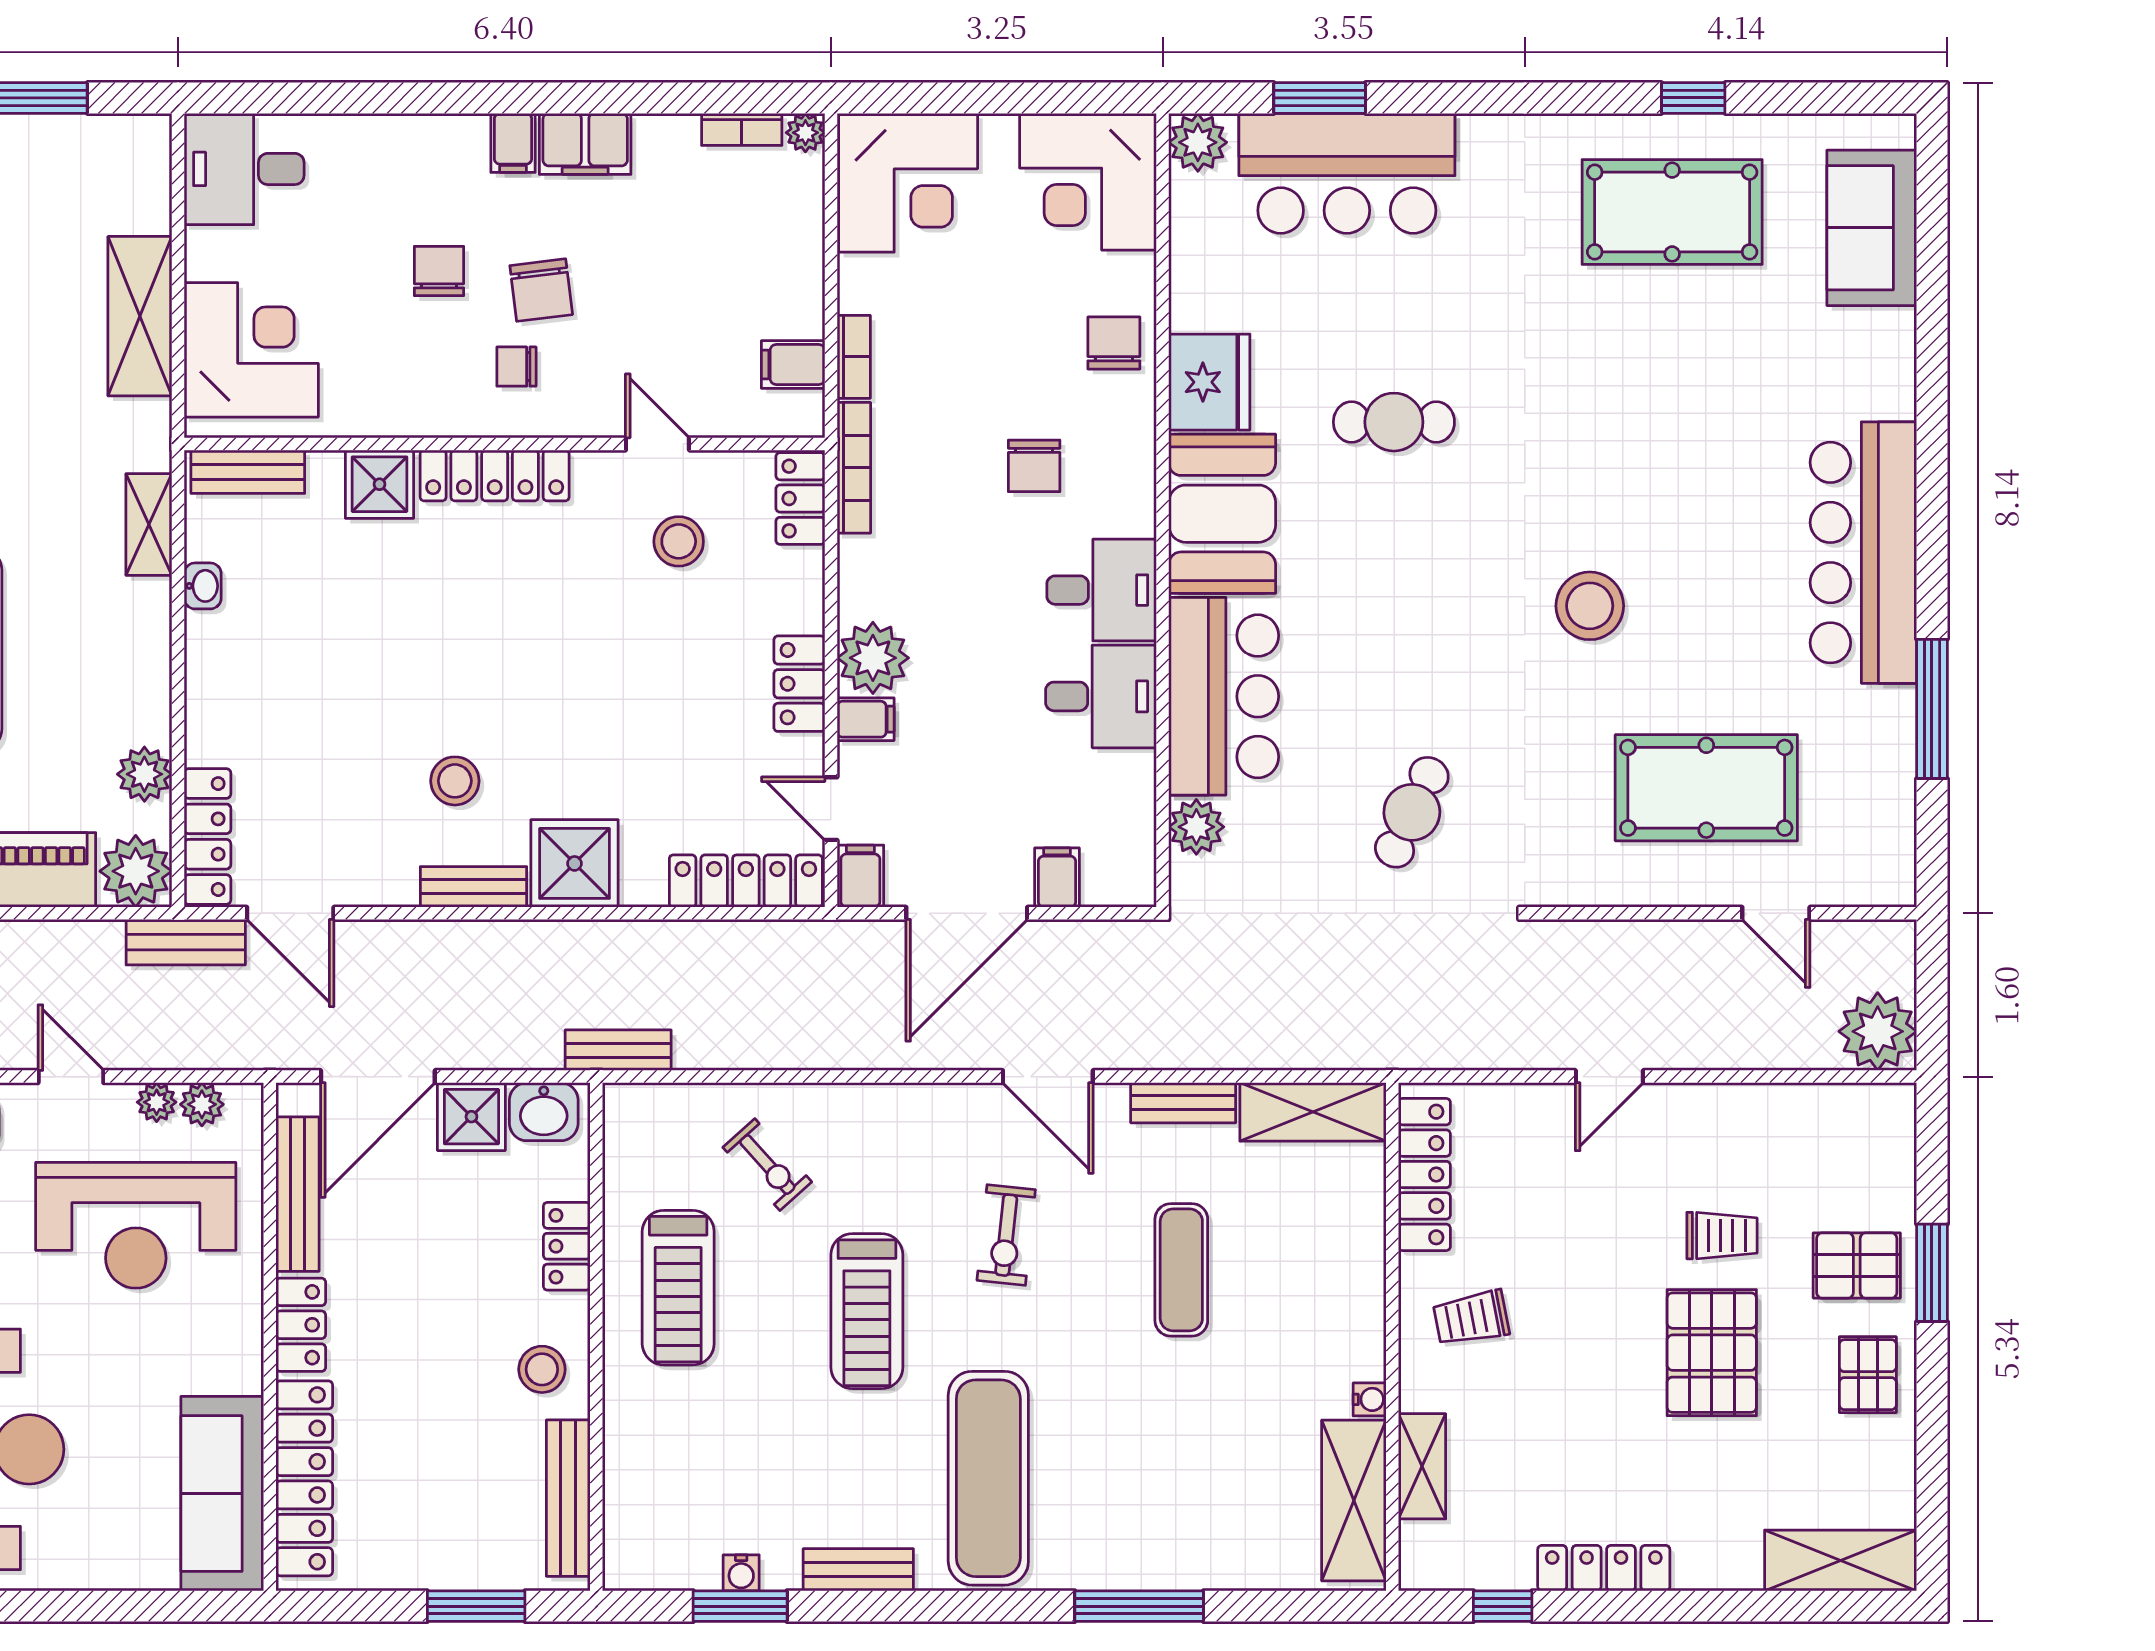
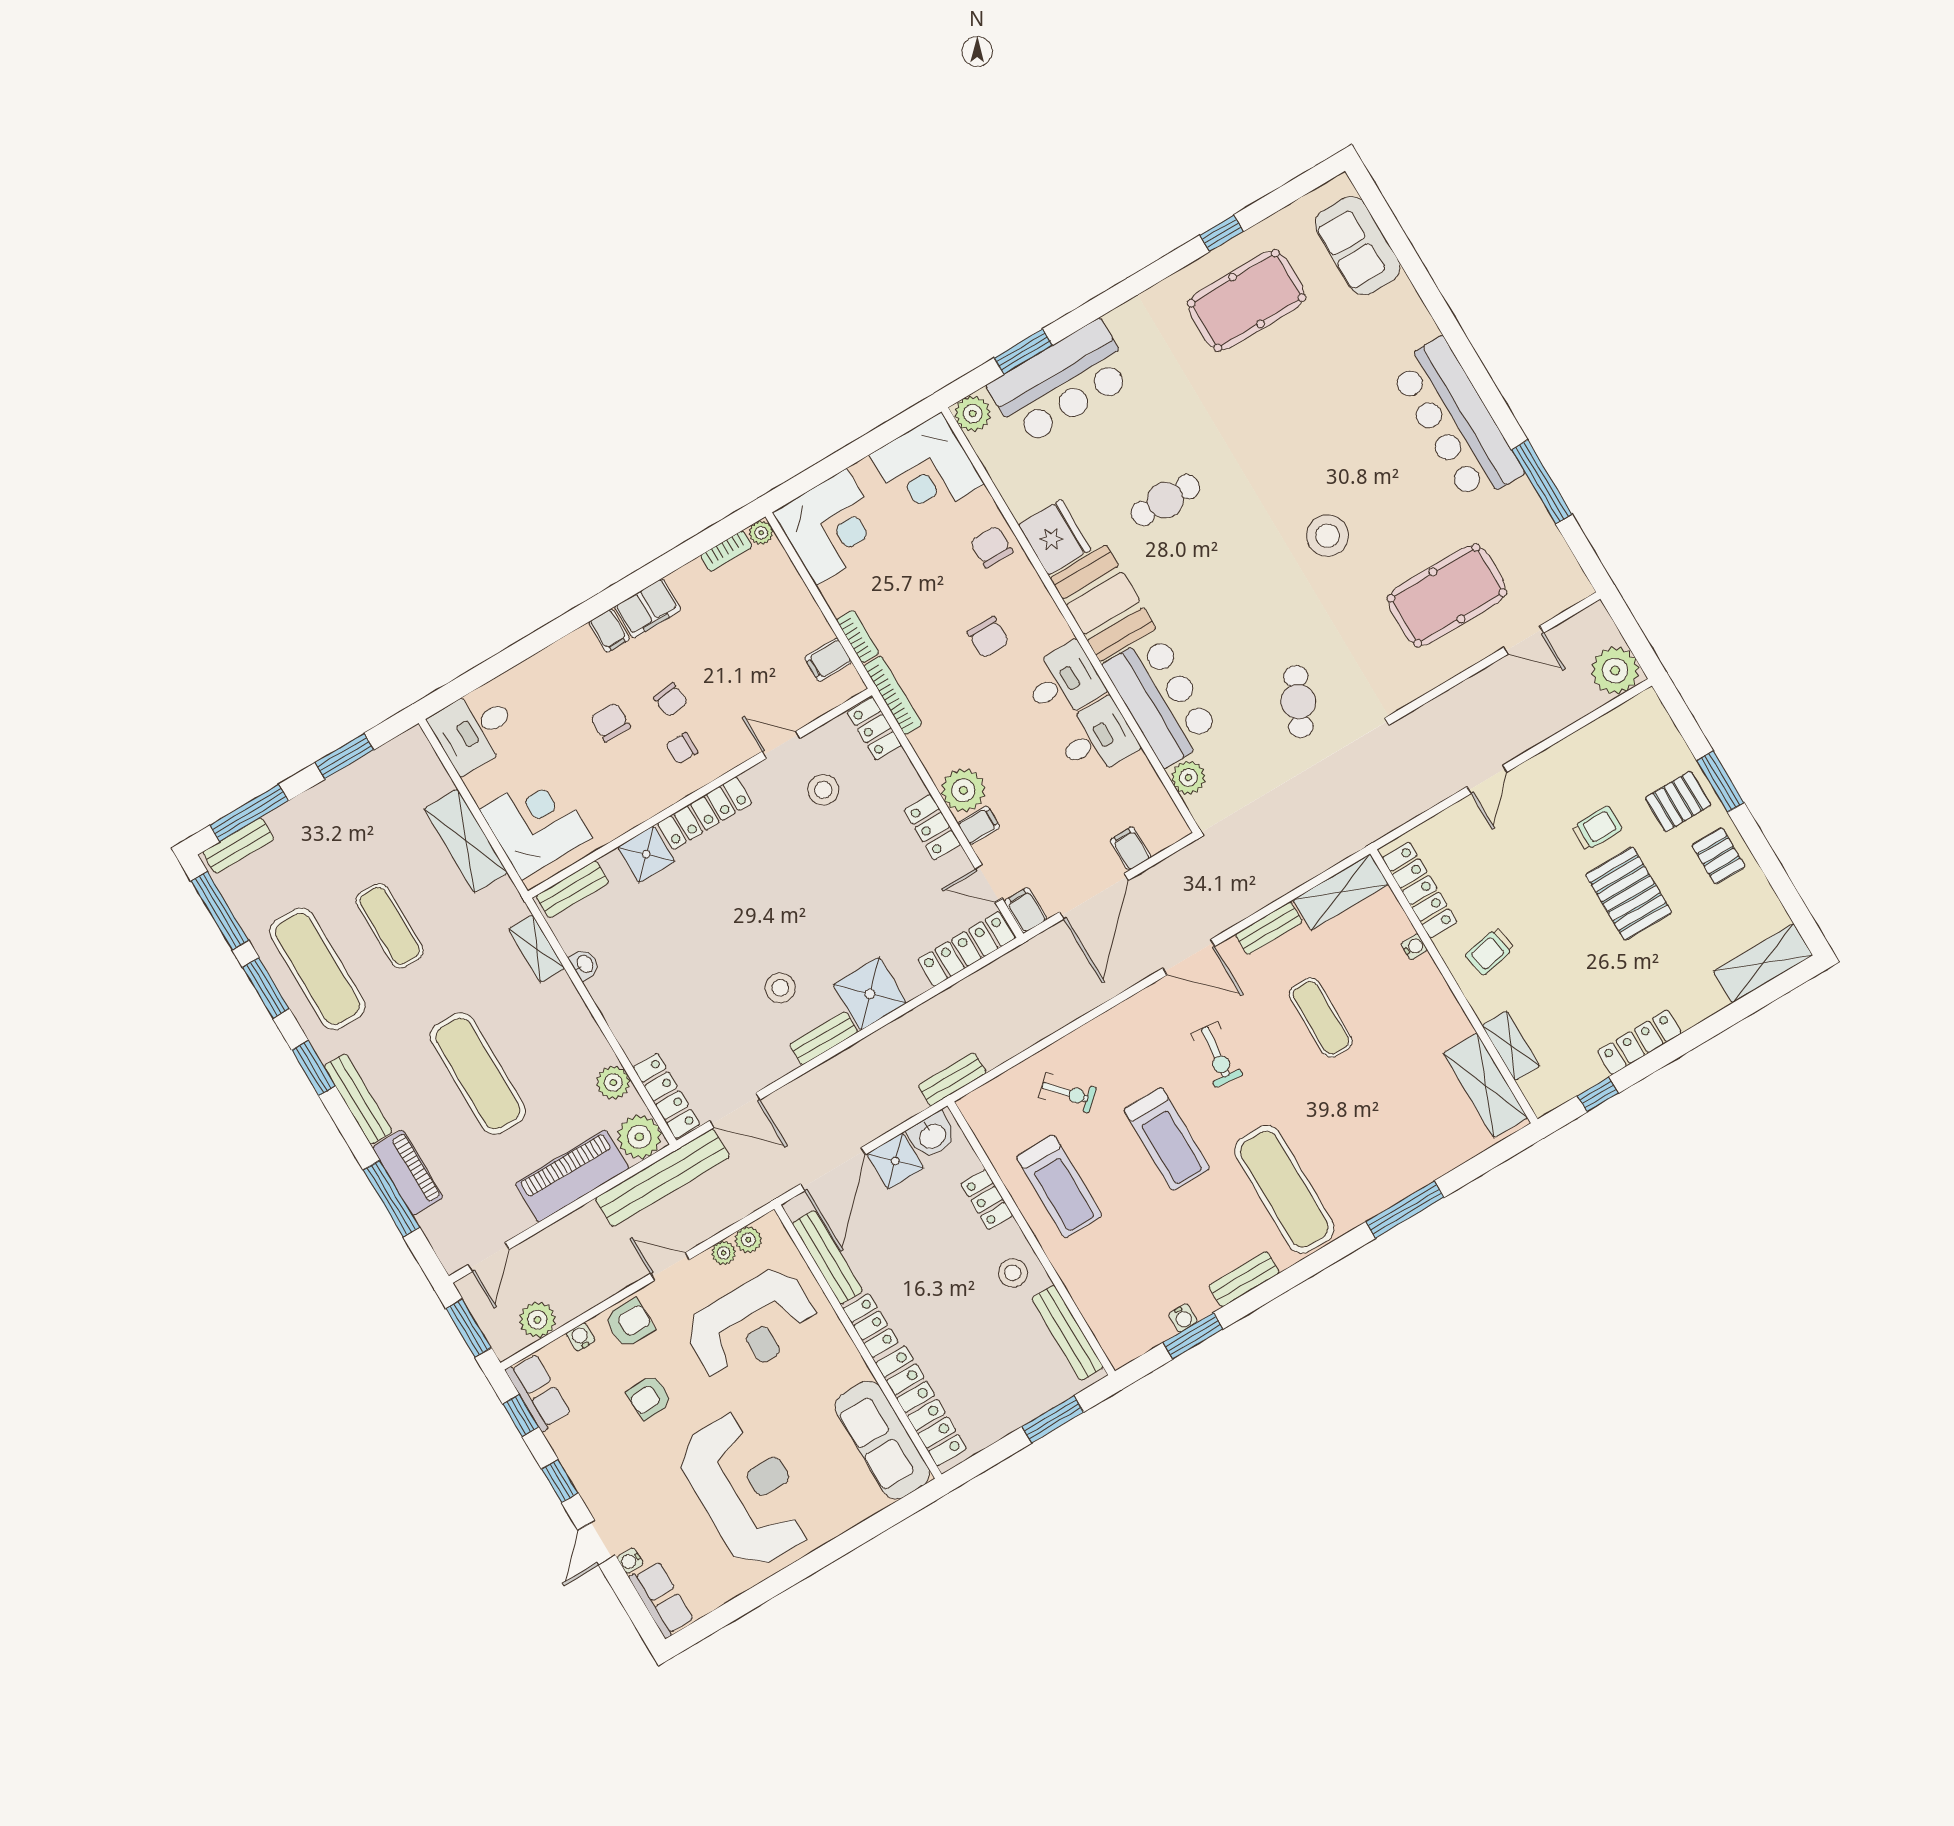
chair: (541, 290) -> (671, 700), width x0.73, depth x0.73
bench: (186, 942) -> (663, 1178), width x1.86, depth x1.21
water cooler: (1370, 1399) -> (1414, 947), moved

